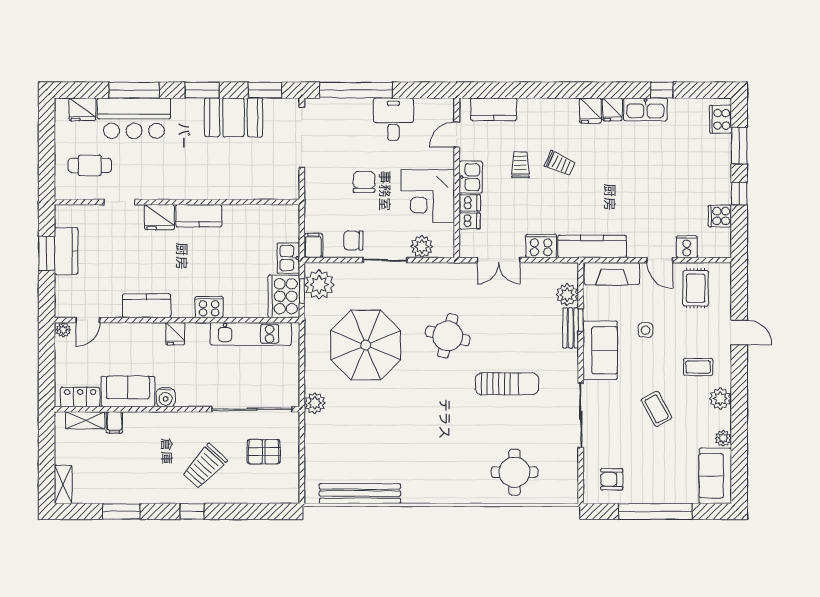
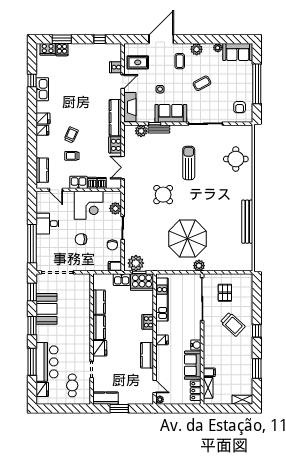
fridge: (612, 109) -> (42, 130), moved
window: (739, 194) -> (100, 39), moved
kitchen counter: (246, 216) -> (99, 302), added
cooker: (720, 216) -> (62, 50), moved
kitchen counter: (66, 251) -> (105, 398), moved
double door: (499, 260) -> (123, 167), swing flipped
door: (739, 332) -> (161, 39), width x1.88
round table: (448, 336) -> (163, 195), turned 31
parasol: (366, 345) -> (188, 239), moved
bench: (360, 494) -> (247, 222), moved

